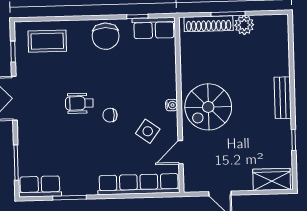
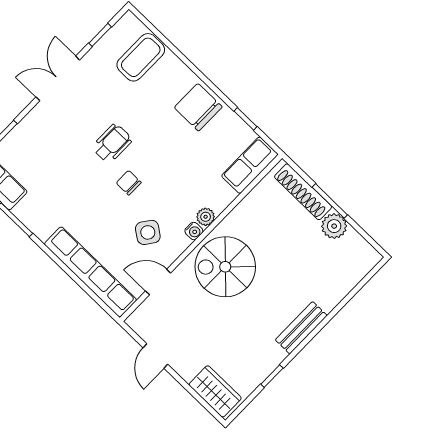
row of seats: (154, 28) -> (250, 165), moved, turned 90
chair: (106, 36) -> (198, 107), turned 90
coffee table: (47, 41) -> (141, 57), turned 90
plant: (170, 91) -> (206, 217), added
wheelchair: (79, 103) -> (112, 144), turned 90

